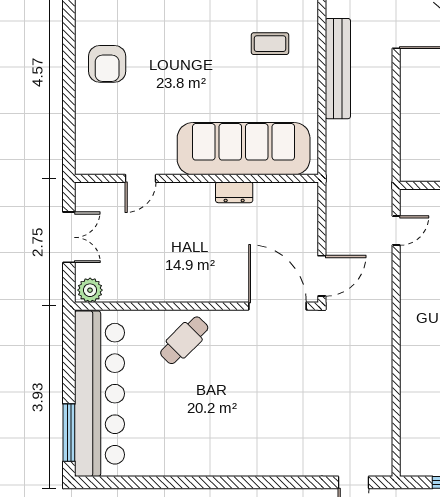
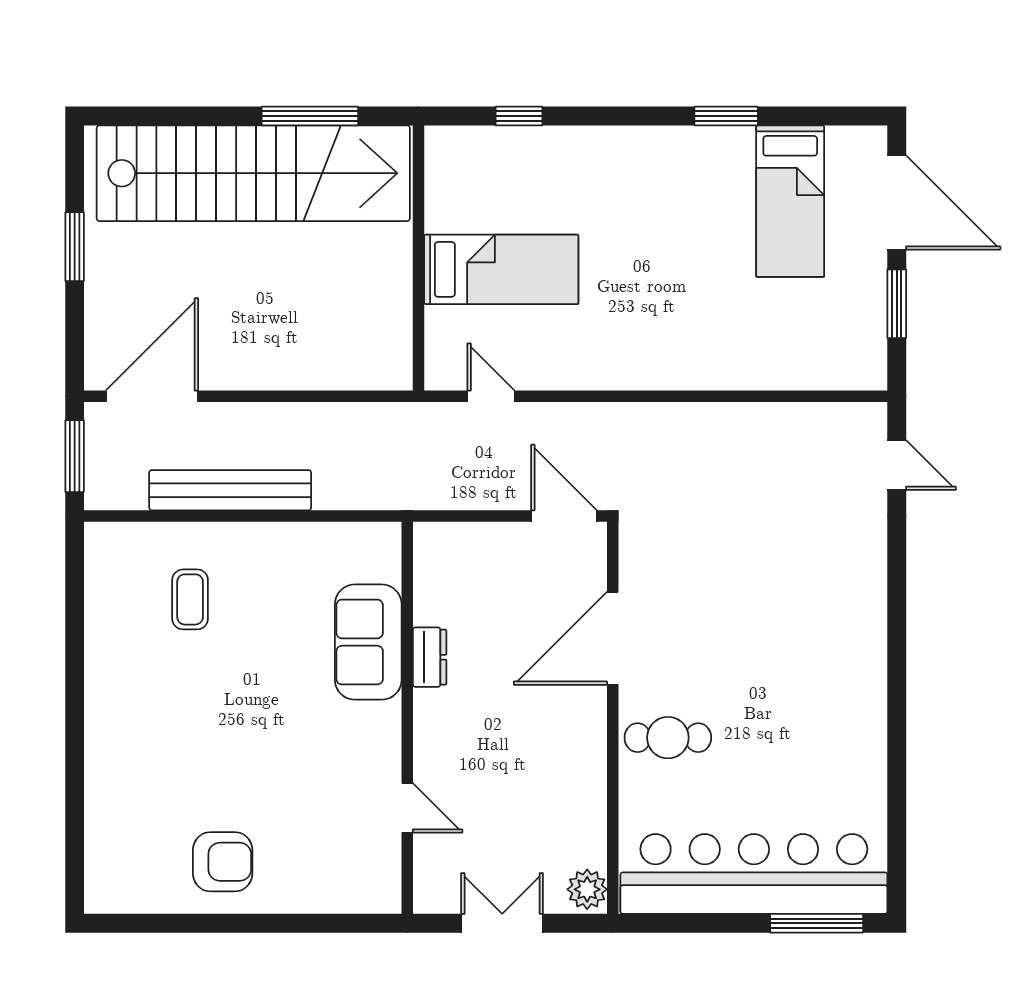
sofa: (244, 149) -> (368, 642), width x0.54, depth x0.79
door: (278, 306) -> (613, 638), moved
cafe table: (184, 340) -> (668, 738), turned -45

